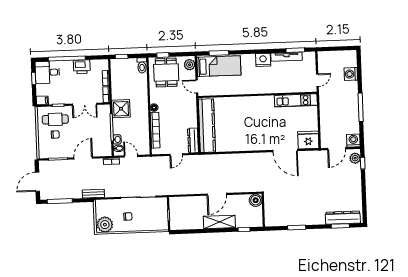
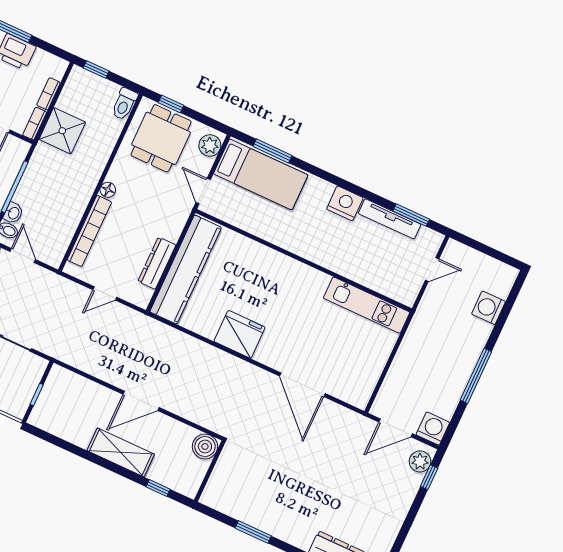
door: (317, 80) -> (432, 269), moved
shower: (121, 109) -> (62, 131), moved
fridge: (308, 140) -> (239, 334), moved
dresser: (193, 141) -> (157, 263), moved

